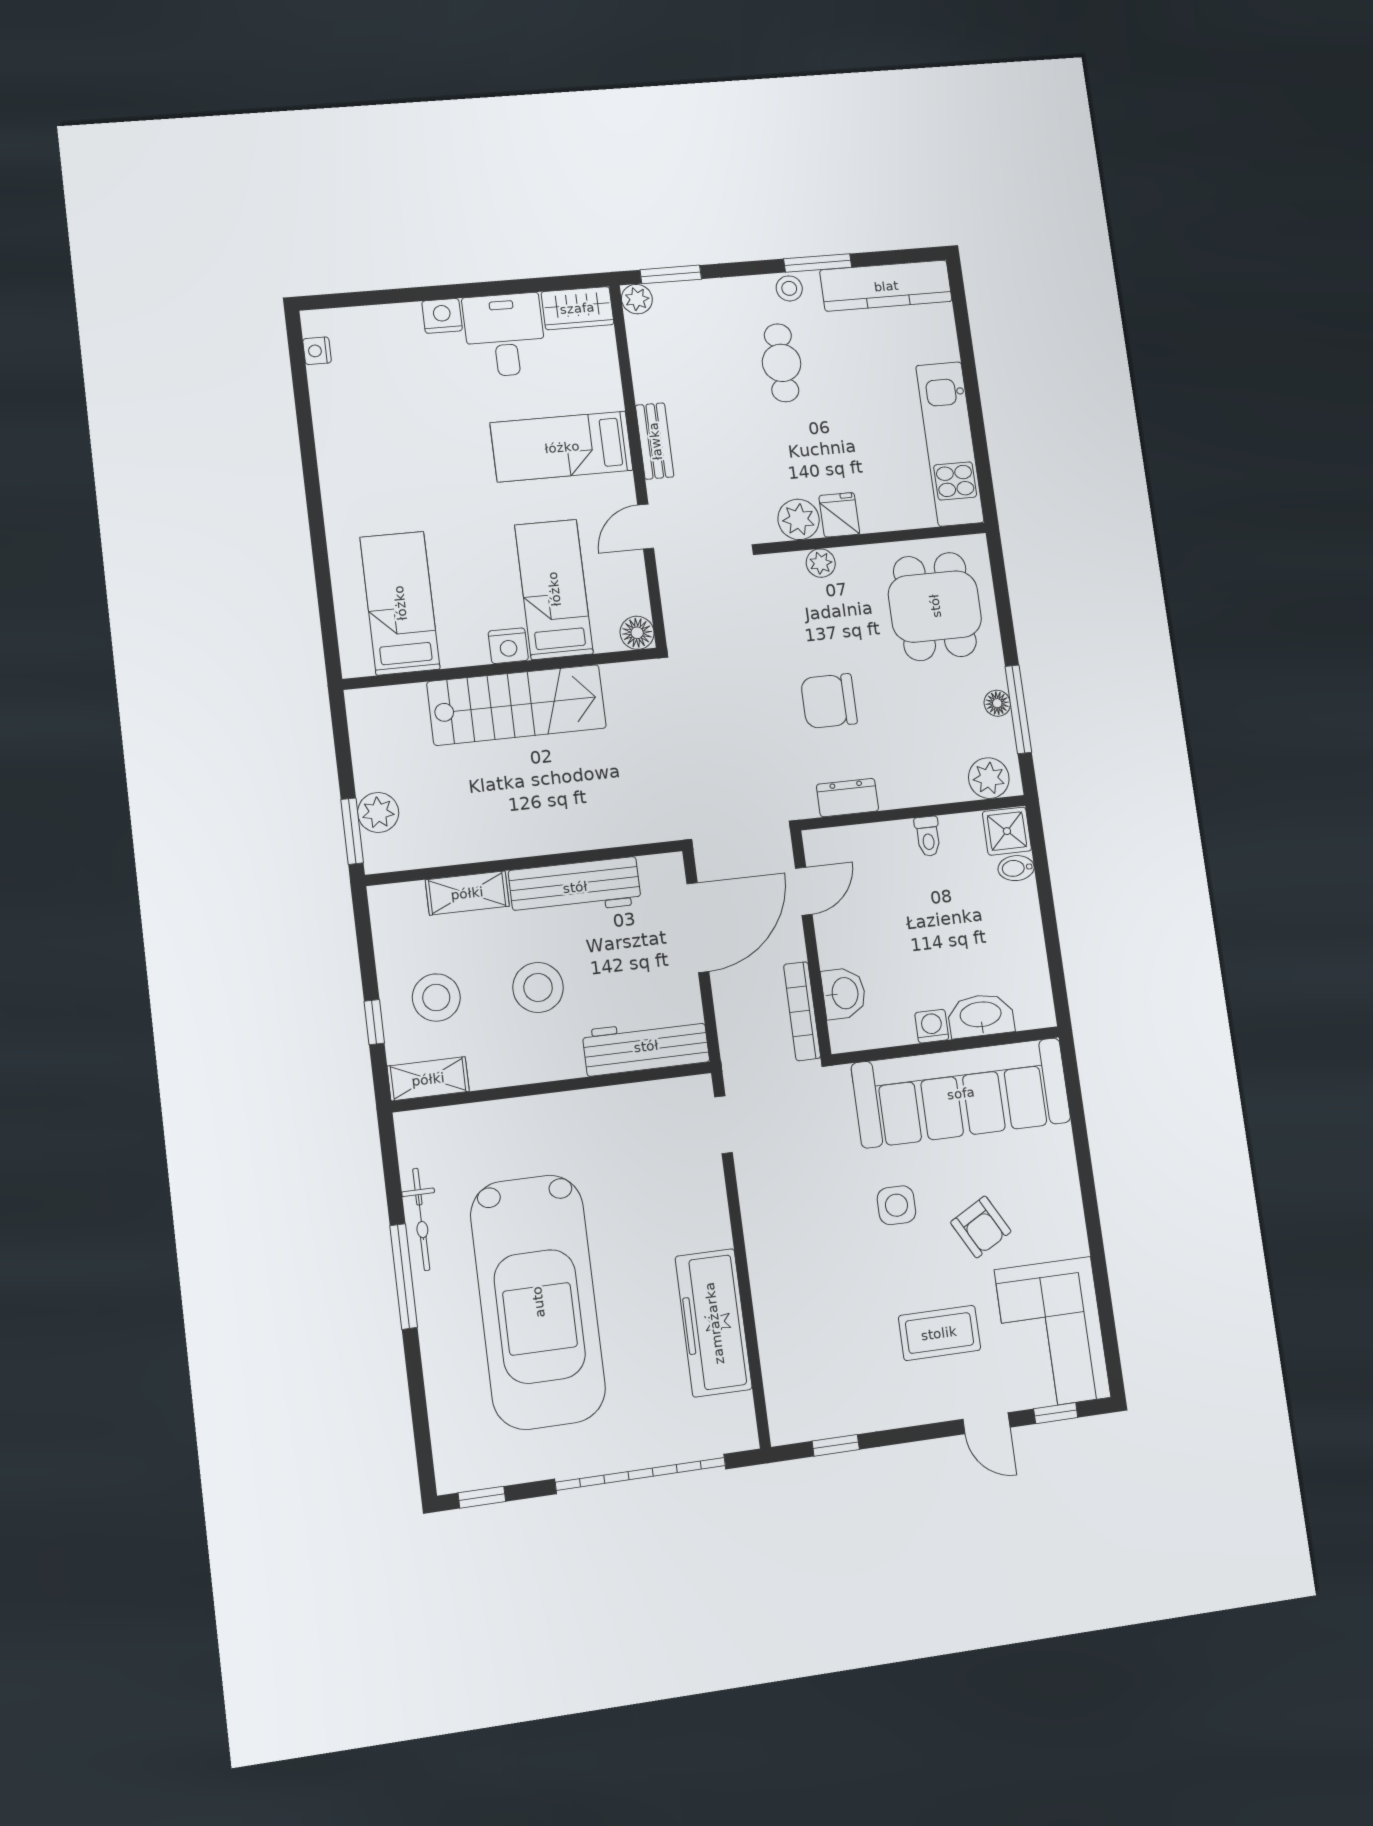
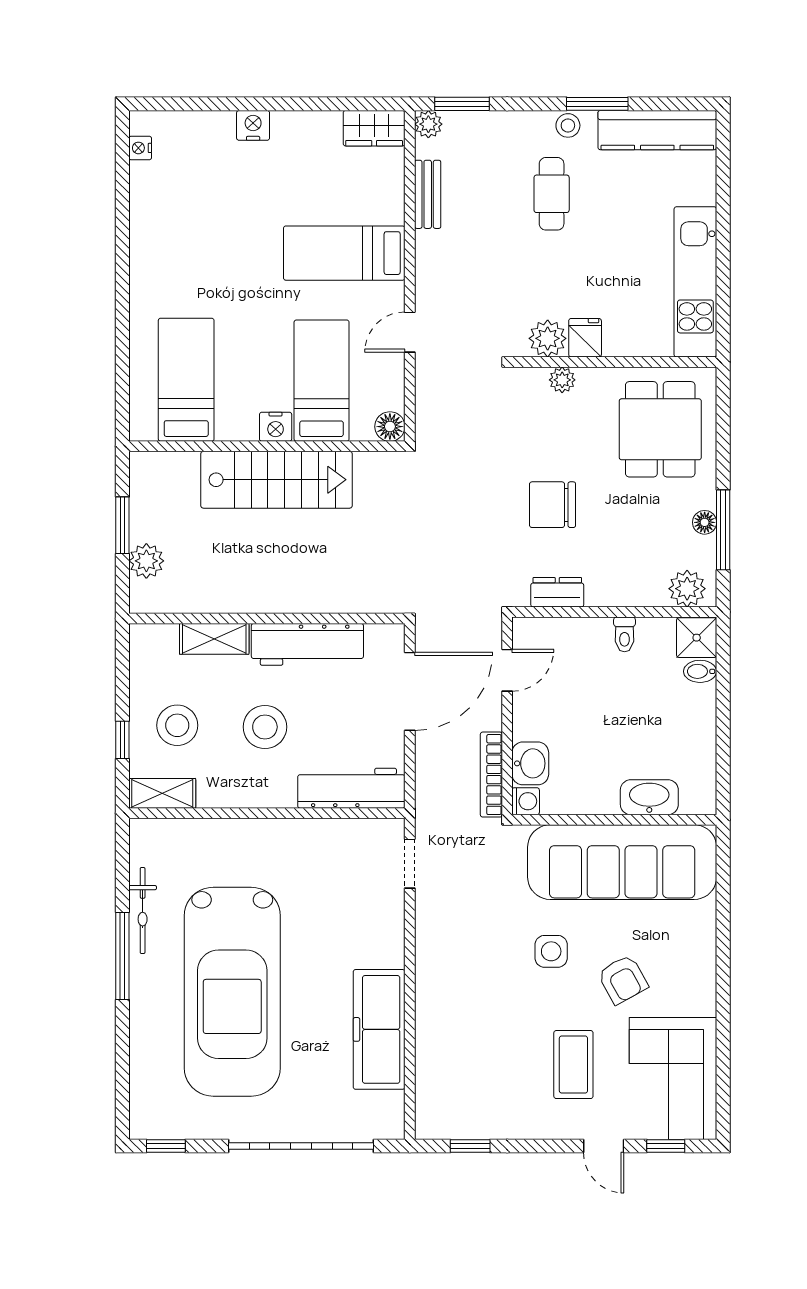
desk: (505, 335) -> (306, 147), removed
bench: (655, 441) -> (428, 194), moved
window: (352, 831) -> (122, 525), moved
washing machine: (932, 1026) -> (526, 801), moved, turned 90
coffee table: (939, 1333) -> (573, 1065), turned 90

